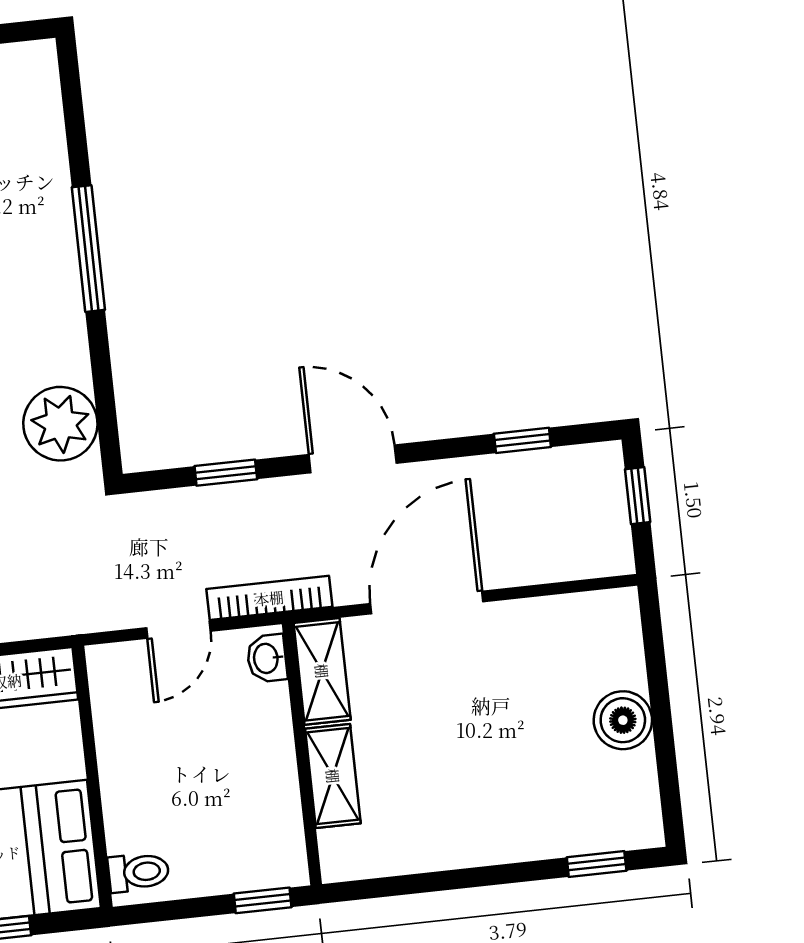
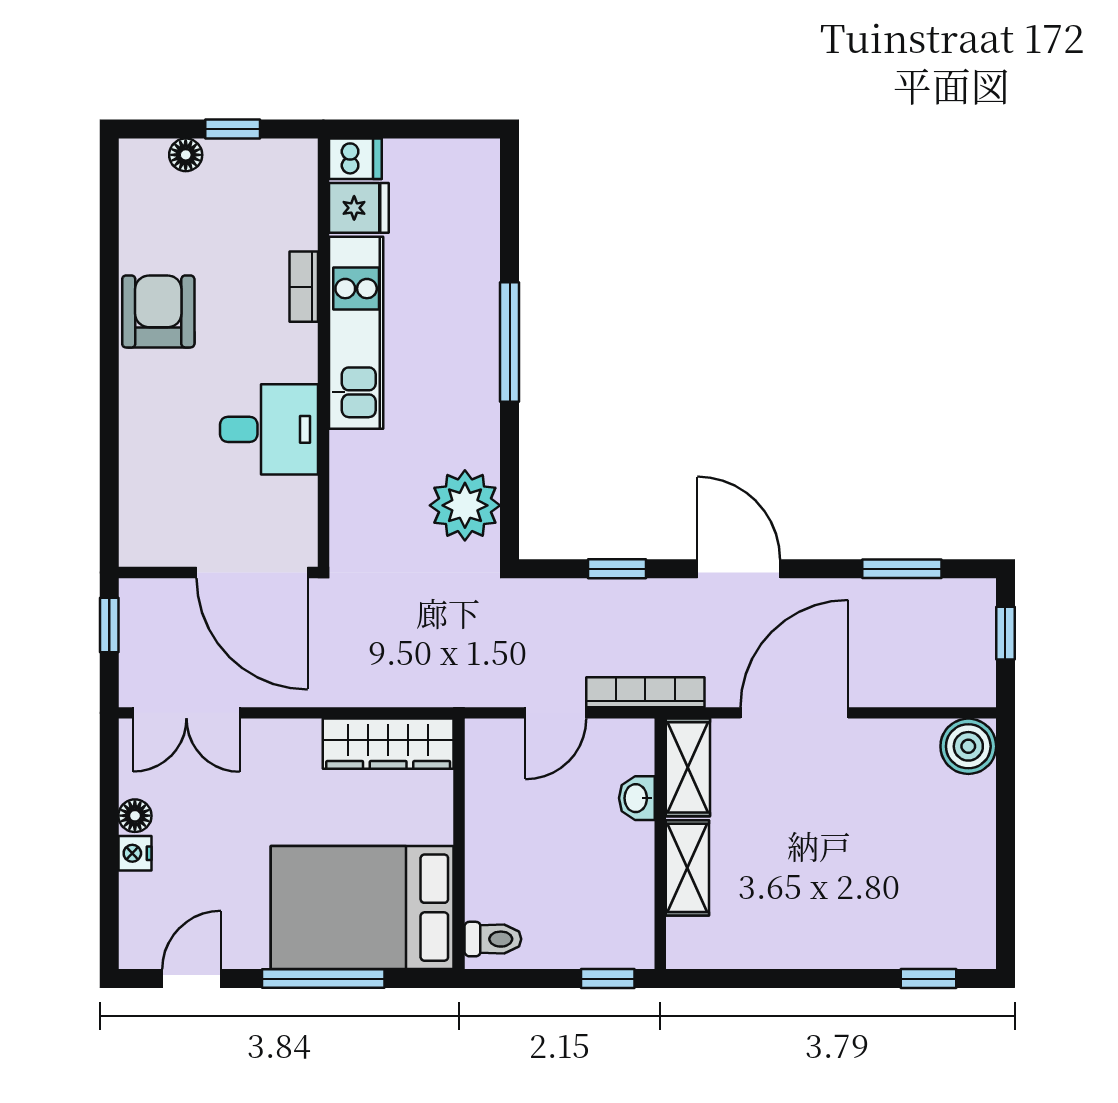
window: (522, 440) -> (902, 569), width x1.50
washbasin: (267, 658) -> (637, 798), moved
boiler: (623, 720) -> (968, 746), moved

